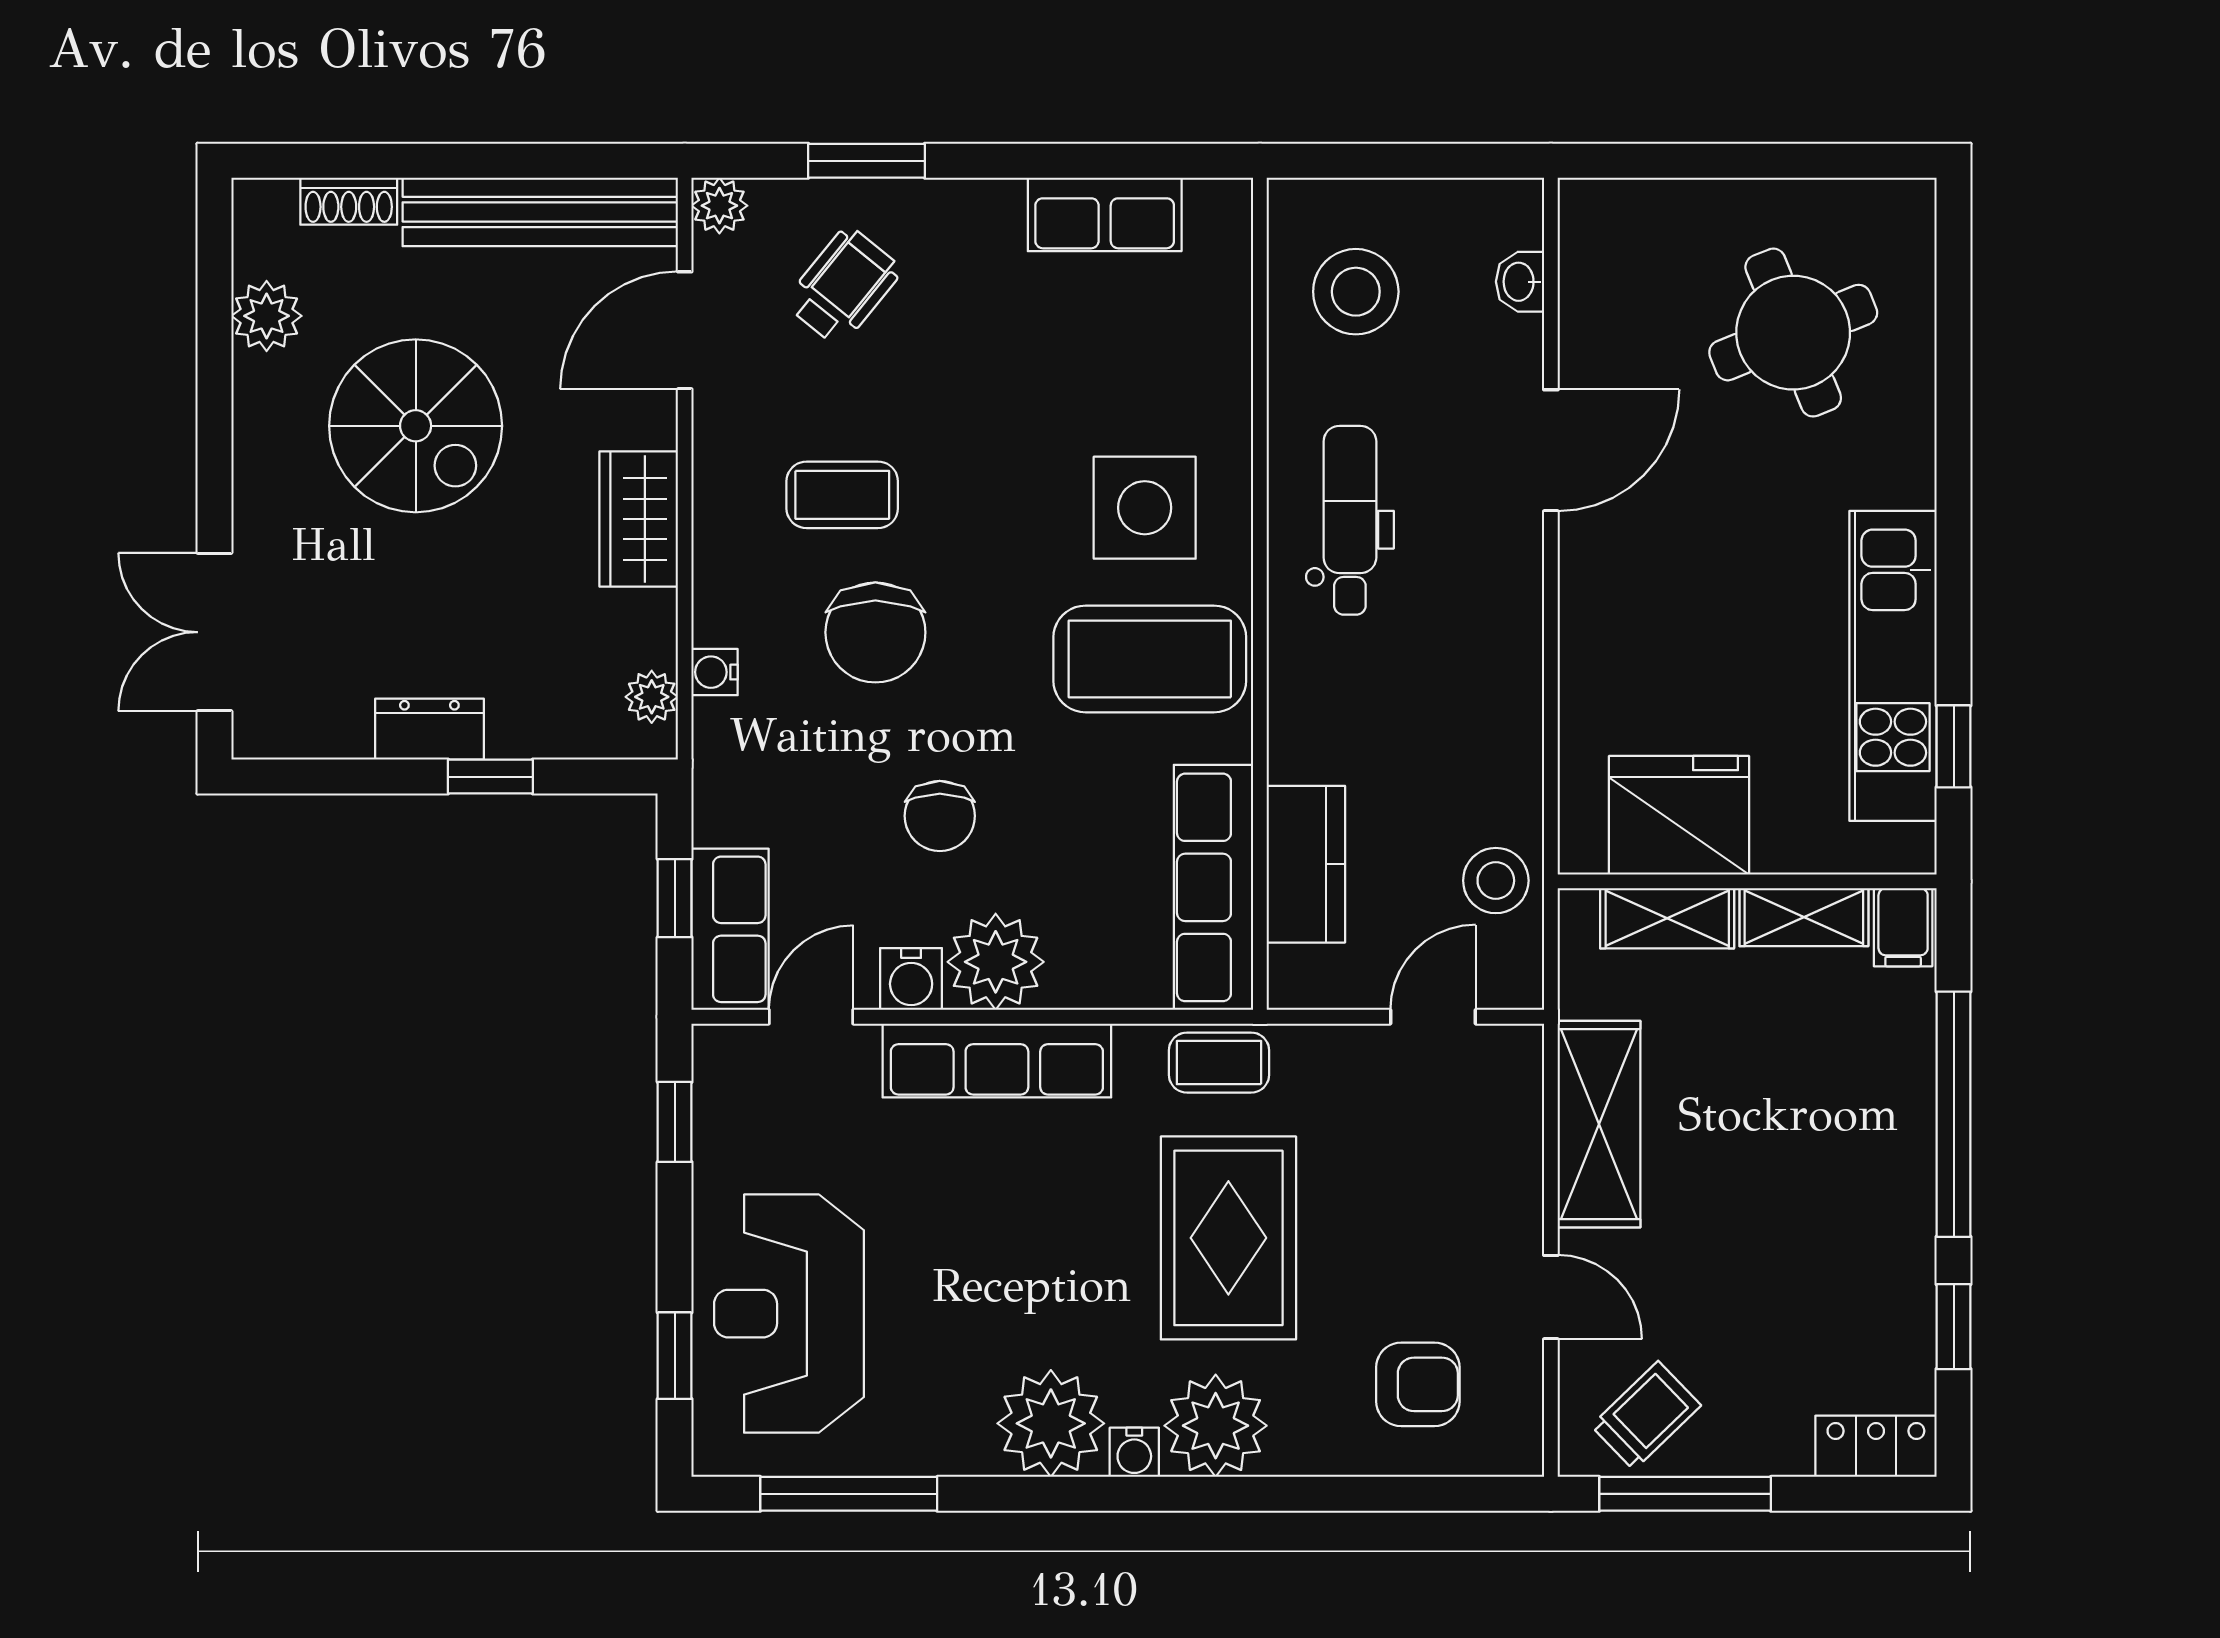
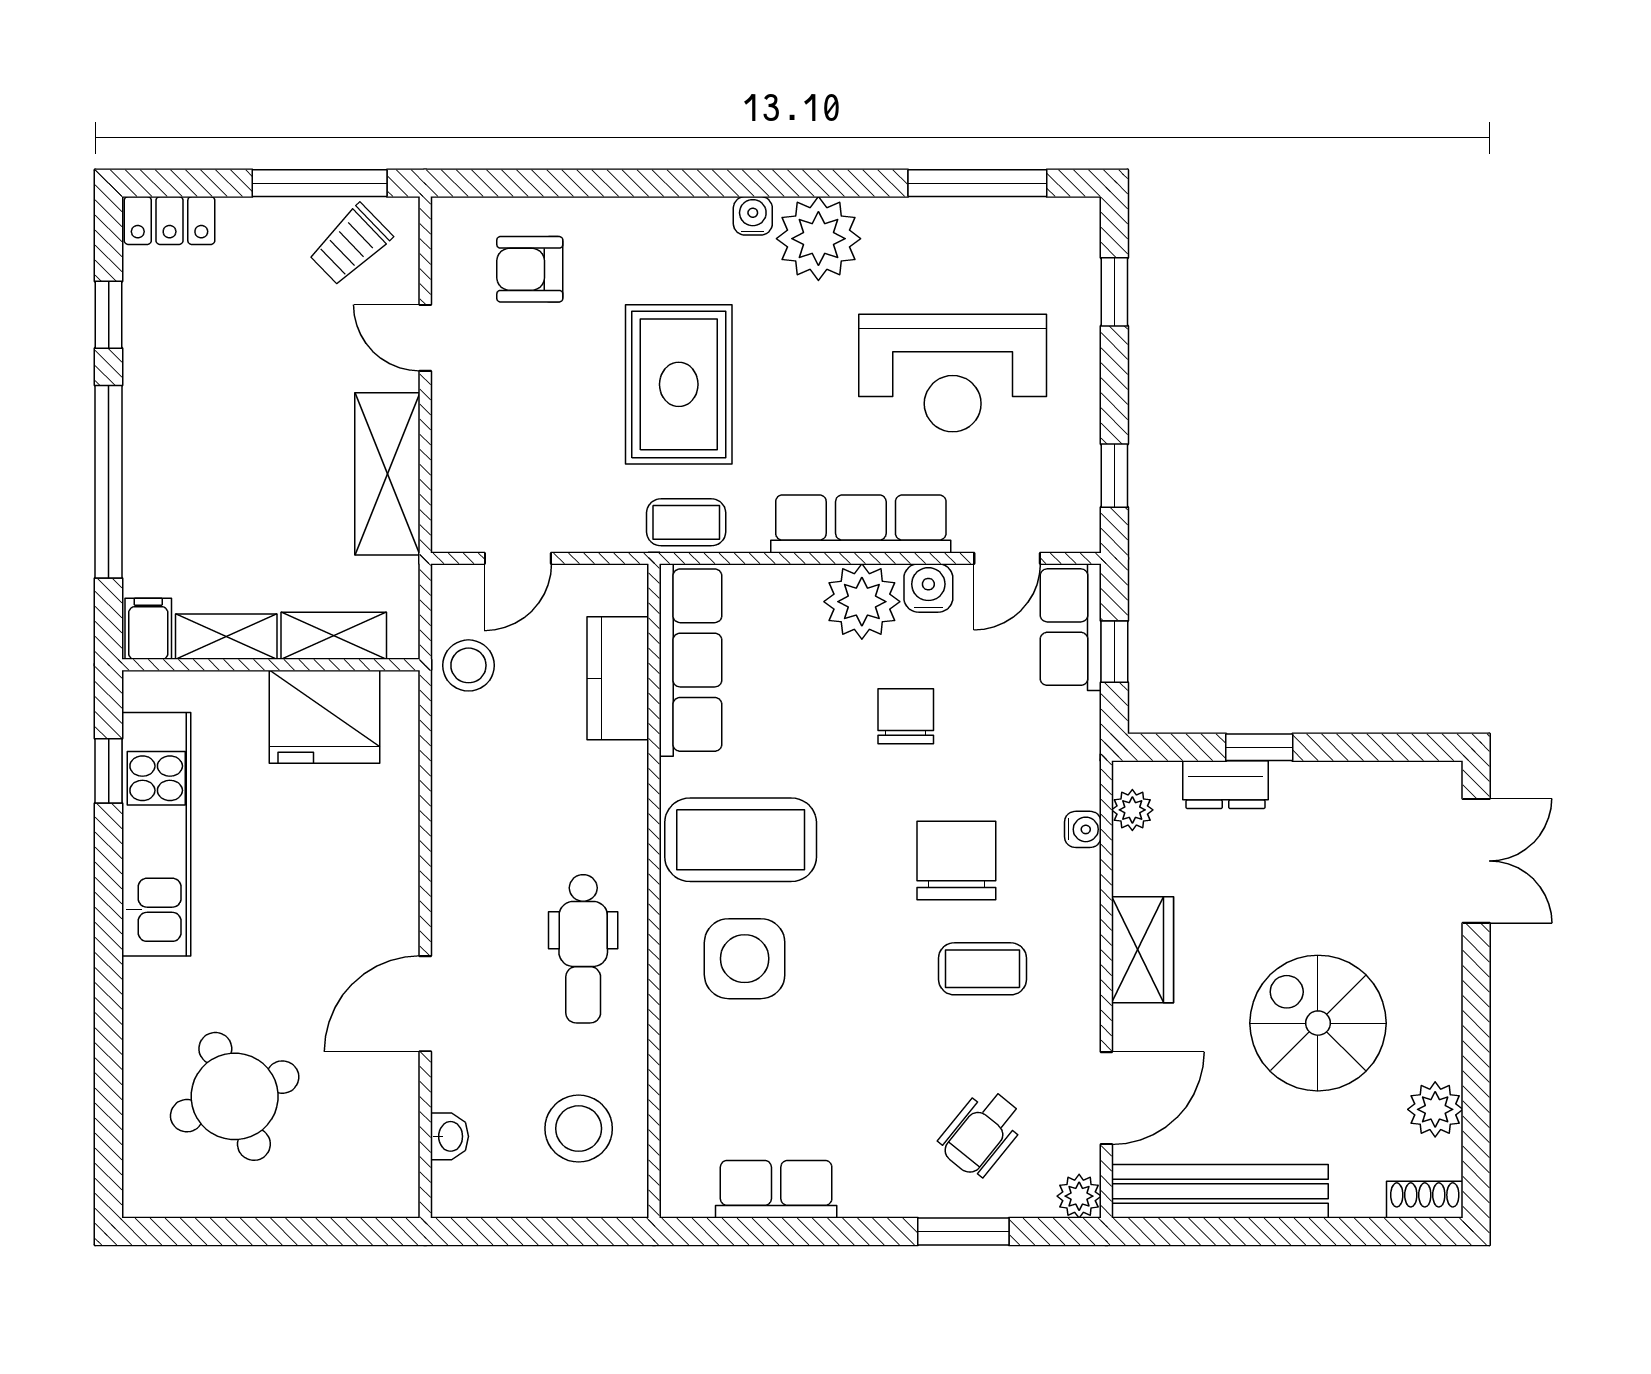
shoe rack: (349, 201) -> (1425, 1200), moved
dresser: (429, 729) -> (1226, 785), moved
reception desk: (789, 1314) -> (953, 373), moved, turned 90
plant: (1216, 1426) -> (689, 237), removed

